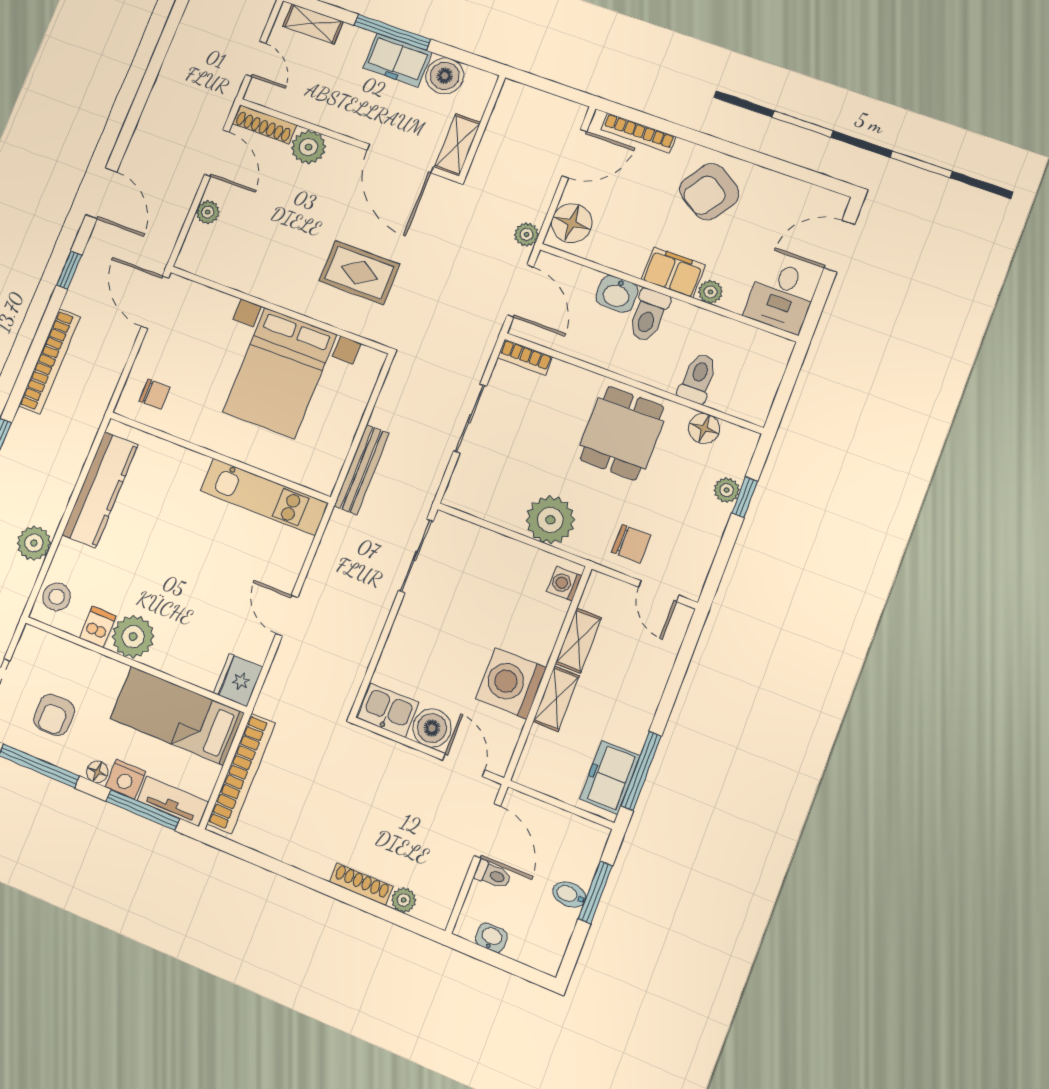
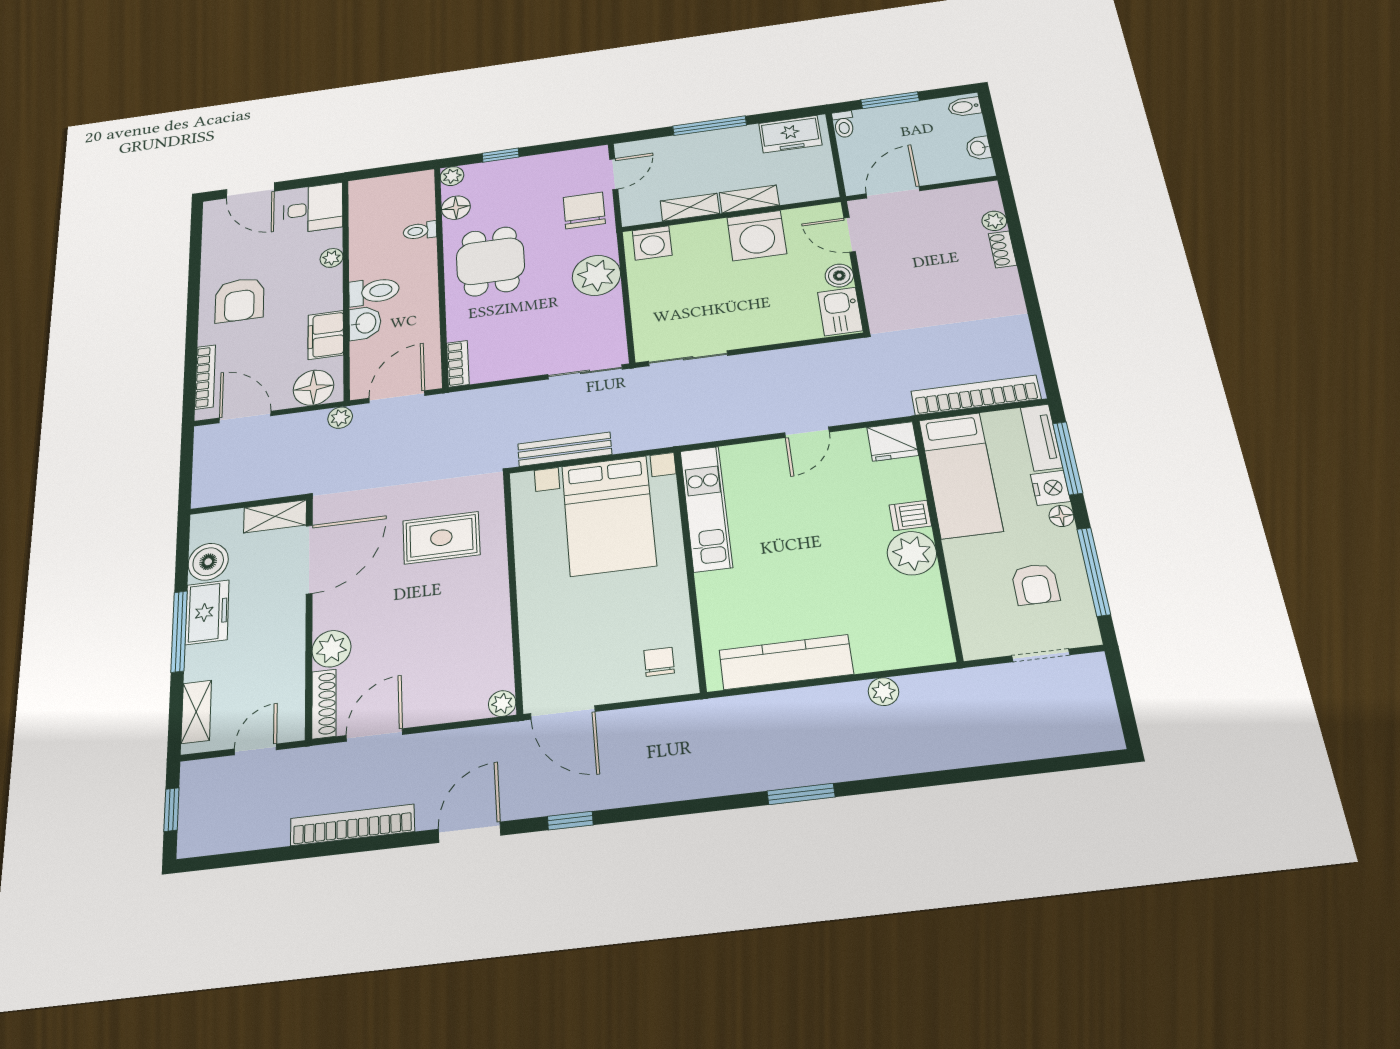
armchair: (709, 192) -> (239, 300), turned 57
plant: (208, 212) -> (502, 704), moved
filing cabinet: (673, 272) -> (326, 335), moved
rug: (359, 273) -> (441, 538), turned 90
door: (155, 302) -> (563, 713), hinge flipped
bookcase: (50, 361) -> (352, 825), moved
bed with nightstands: (280, 373) -> (609, 515), moved, turned 90
toilet: (698, 378) -> (420, 231), width x0.73, depth x0.72
sliding door: (470, 418) -> (585, 372), moved
dining table: (622, 433) -> (490, 261), turned 90
bench: (362, 470) -> (565, 449), moved
plant: (727, 490) -> (452, 176), moved
plant: (34, 543) -> (883, 692), width x0.73, depth x0.73
chair: (631, 544) -> (584, 210), width x1.37, depth x1.37
washing machine: (564, 584) -> (652, 243), width x1.38, depth x1.38
stool: (57, 597) -> (919, 645), removed
dishwasher: (98, 627) -> (910, 516), moved
armchair: (54, 715) -> (1035, 584), turned 90
boiler: (432, 728) -> (839, 276), width x0.73, depth x0.73
door: (464, 765) -> (850, 235), hinge flipped
window: (641, 771) -> (710, 126), moved
toilet: (493, 875) -> (844, 124), moved, turned 180
shoe rack: (361, 884) -> (1002, 249), width x0.70
bidet: (569, 894) -> (964, 107), moved, turned 90

